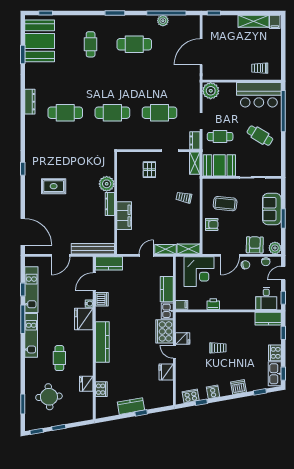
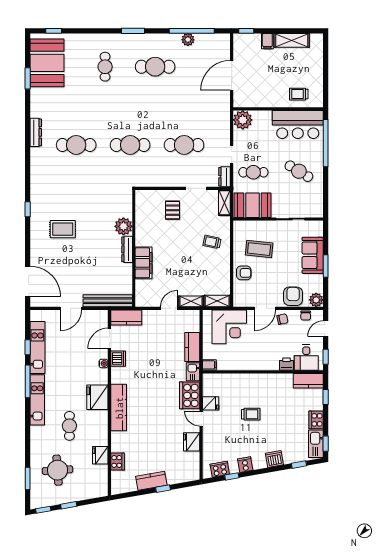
filing cabinet: (275, 22) -> (267, 41), moved
printer: (213, 304) -> (287, 364), moved
fridge: (84, 319) -> (97, 397), moved

